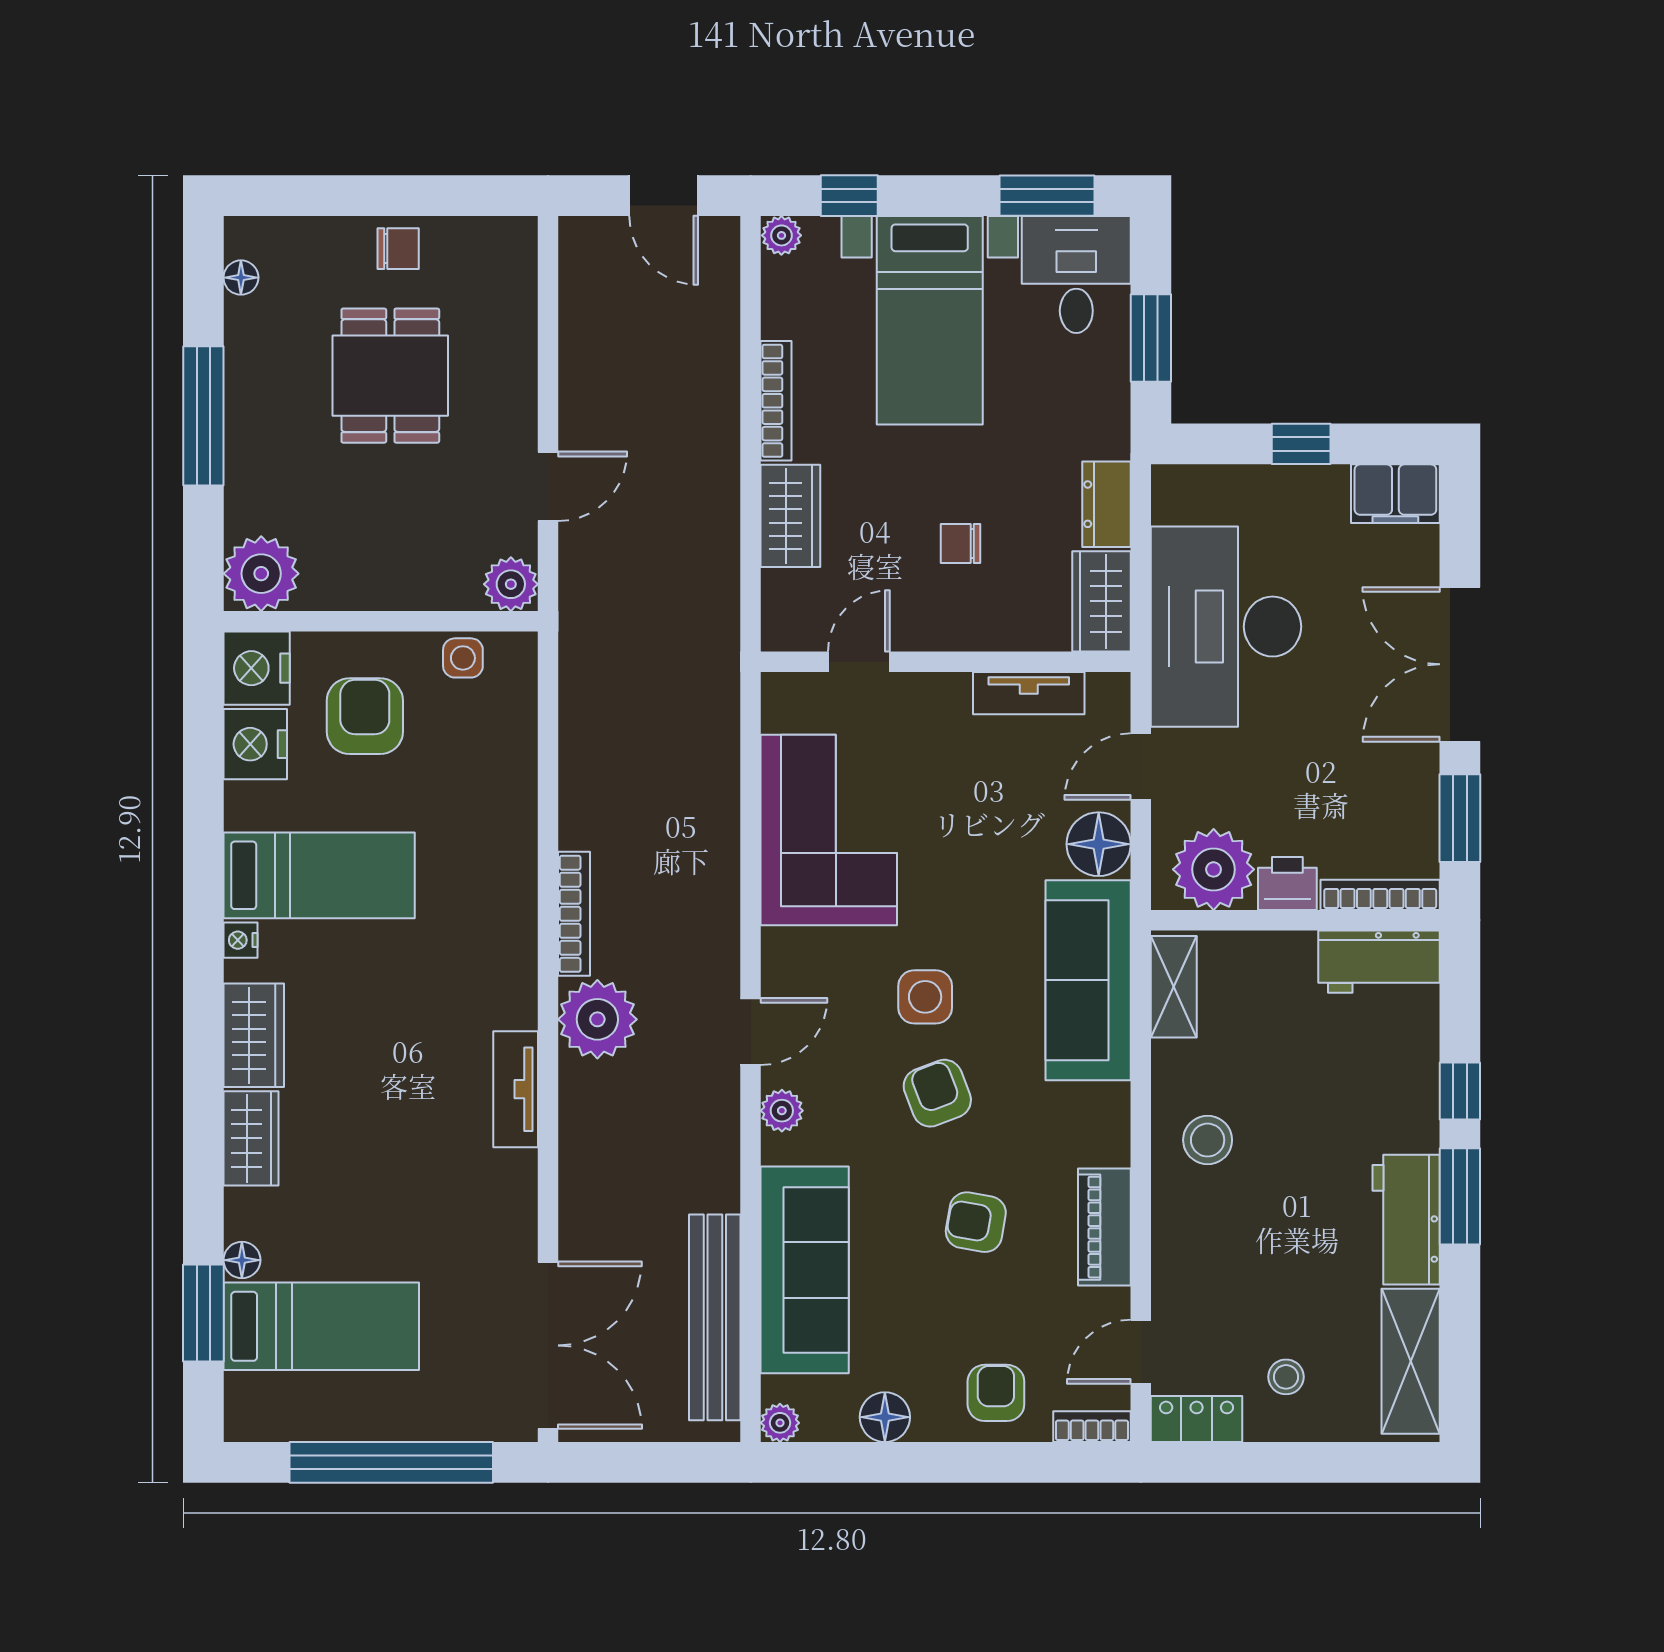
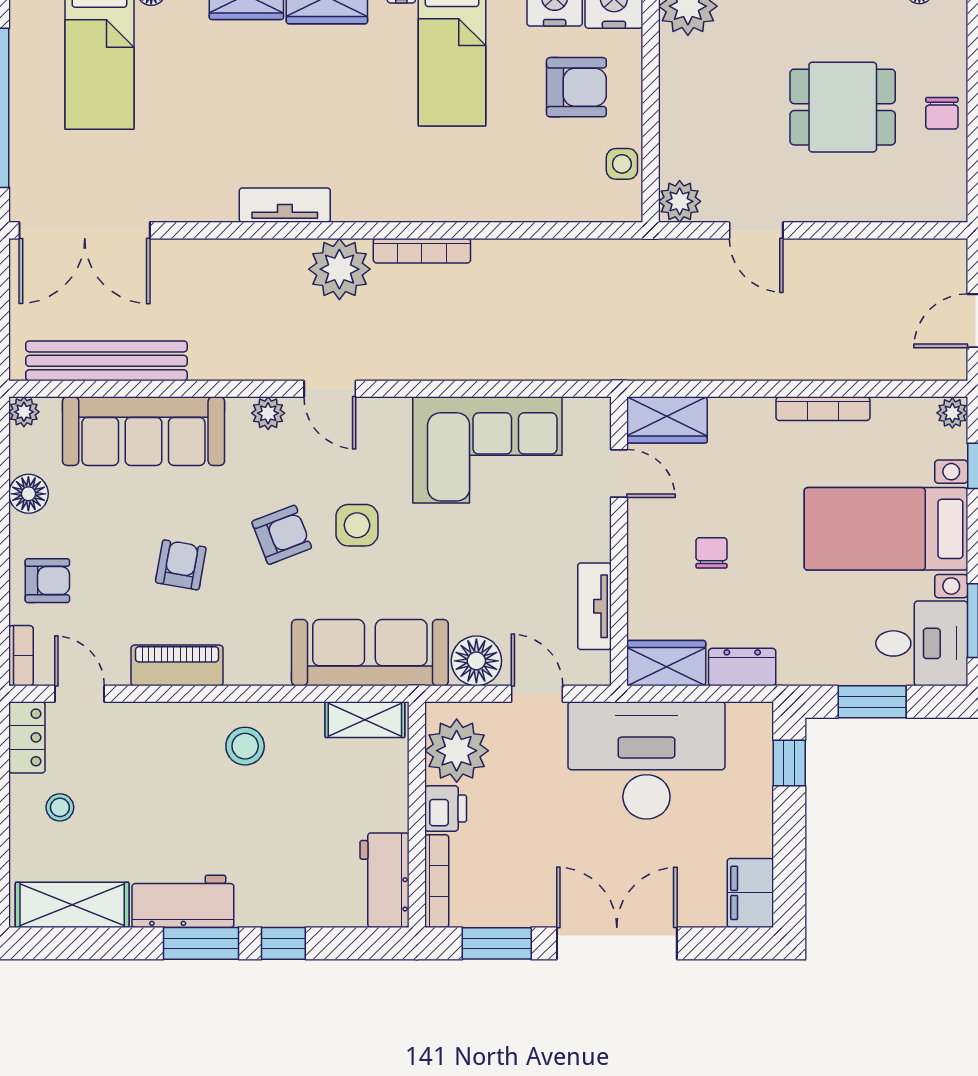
window: (1301, 444) -> (789, 763), moved
wardrobe: (790, 516) -> (667, 420), moved

